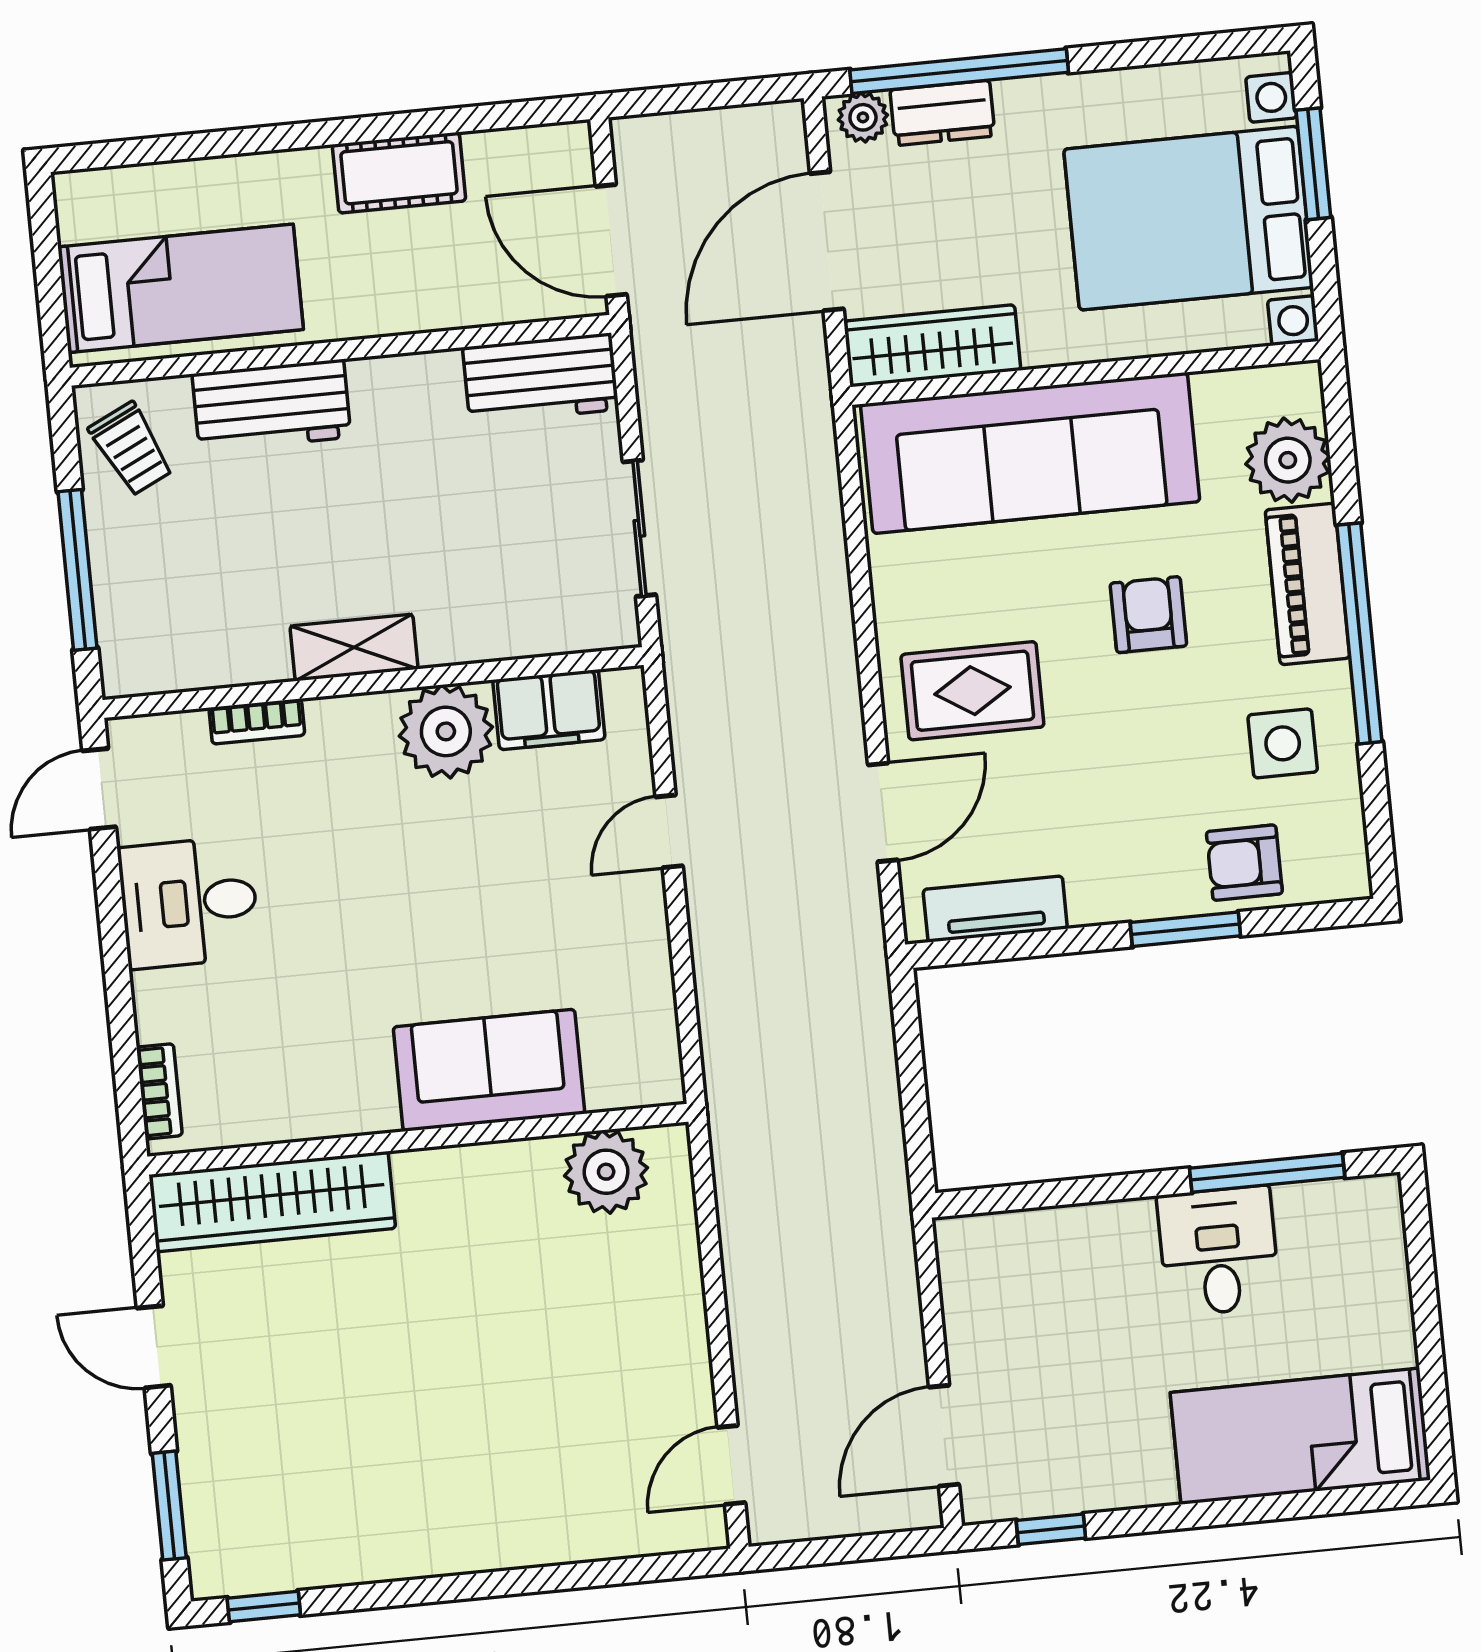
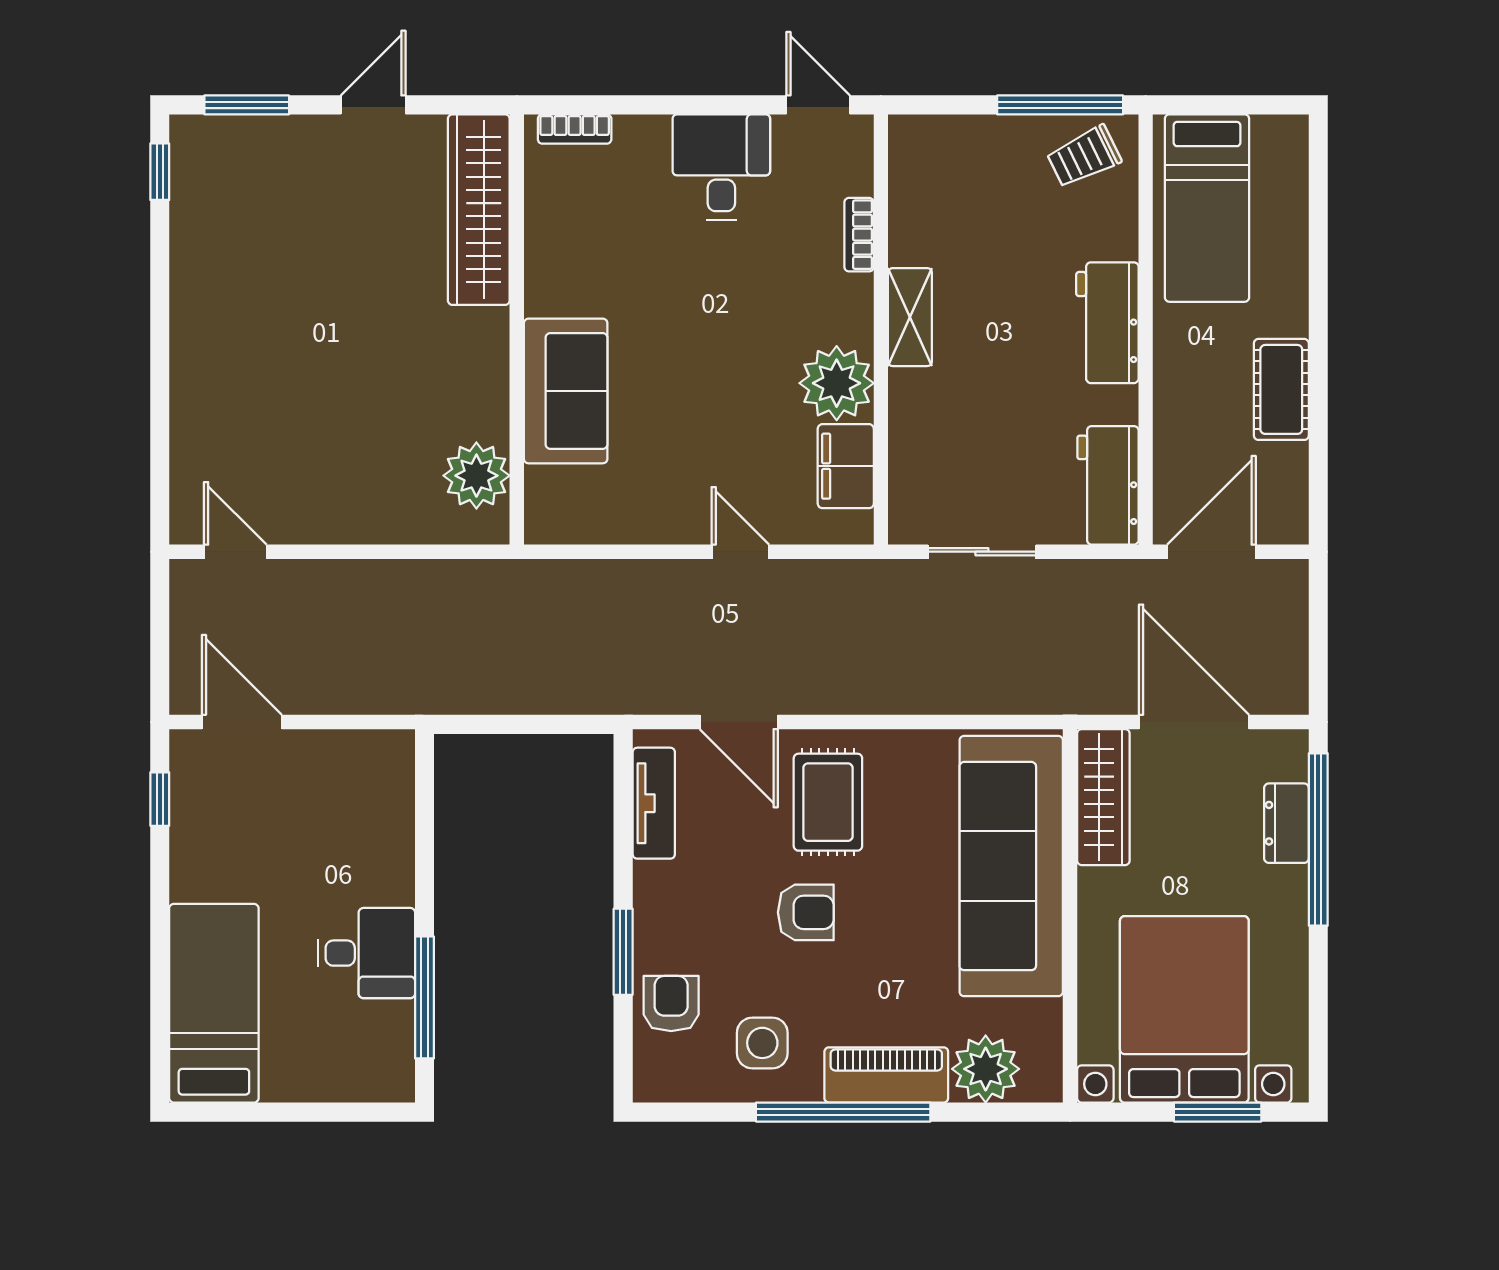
plant: (863, 117) -> (1289, 760), removed
workbench: (272, 406) -> (1107, 323), moved
window: (78, 570) -> (1060, 105), moved
armchair: (1148, 615) -> (806, 912), moved

